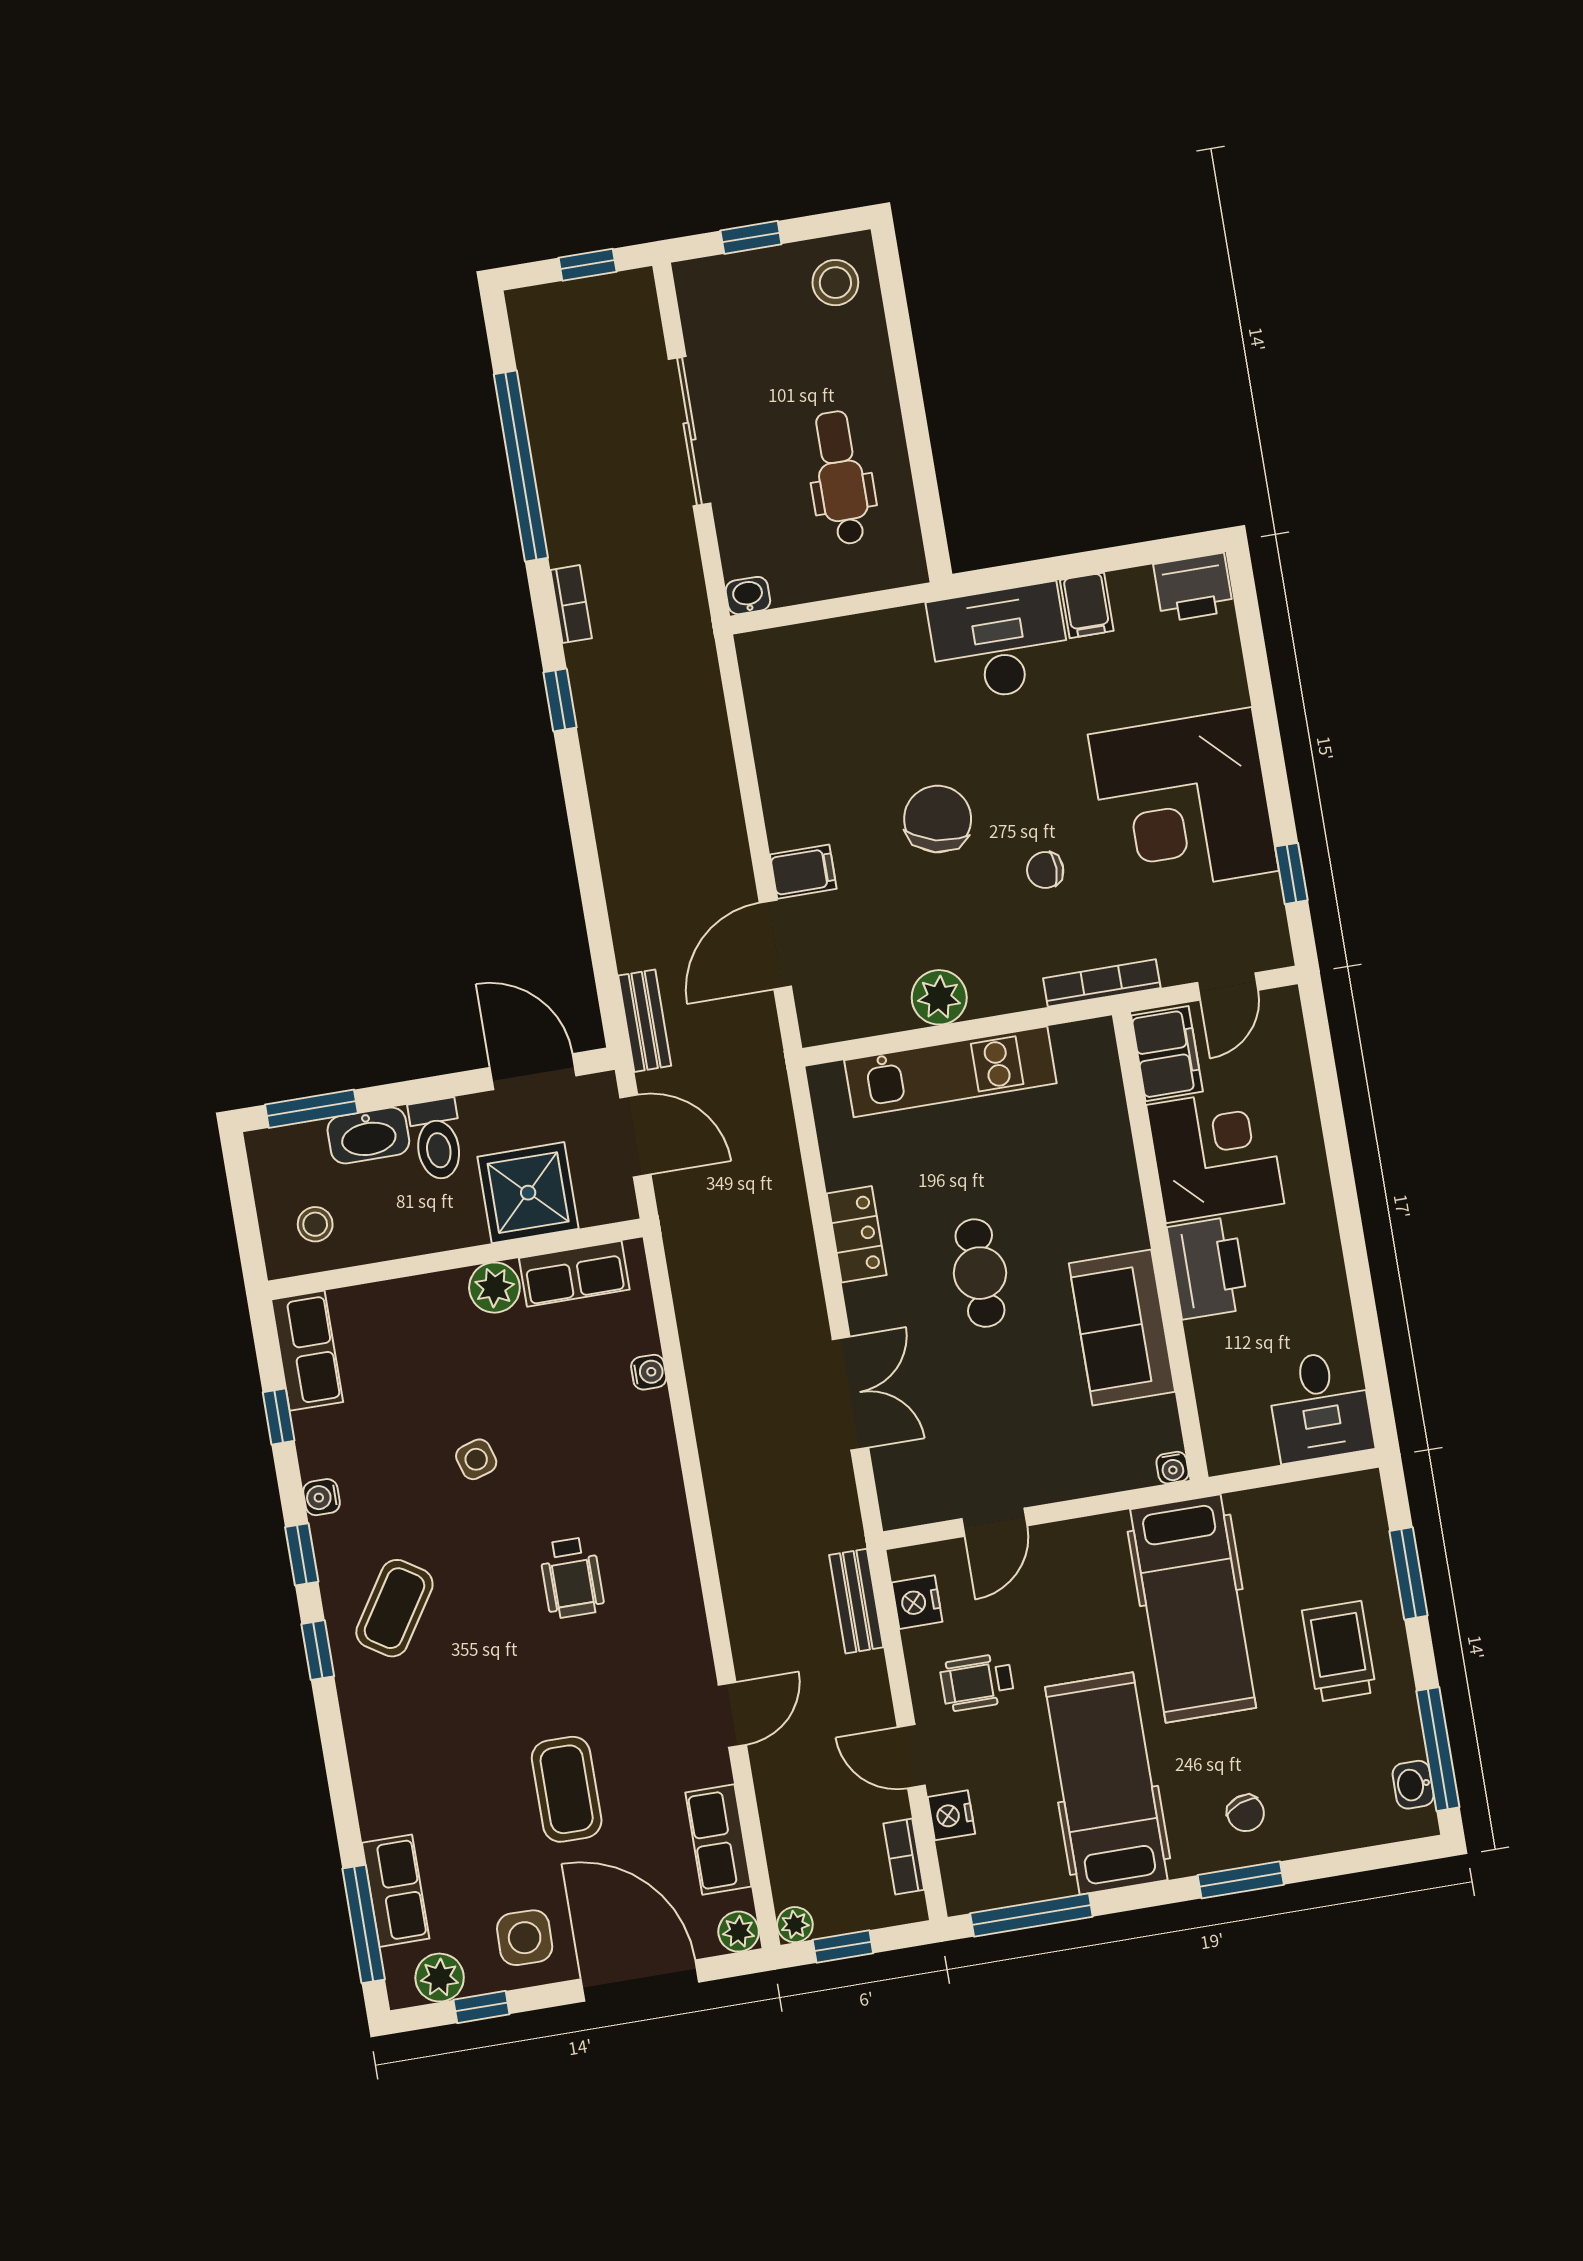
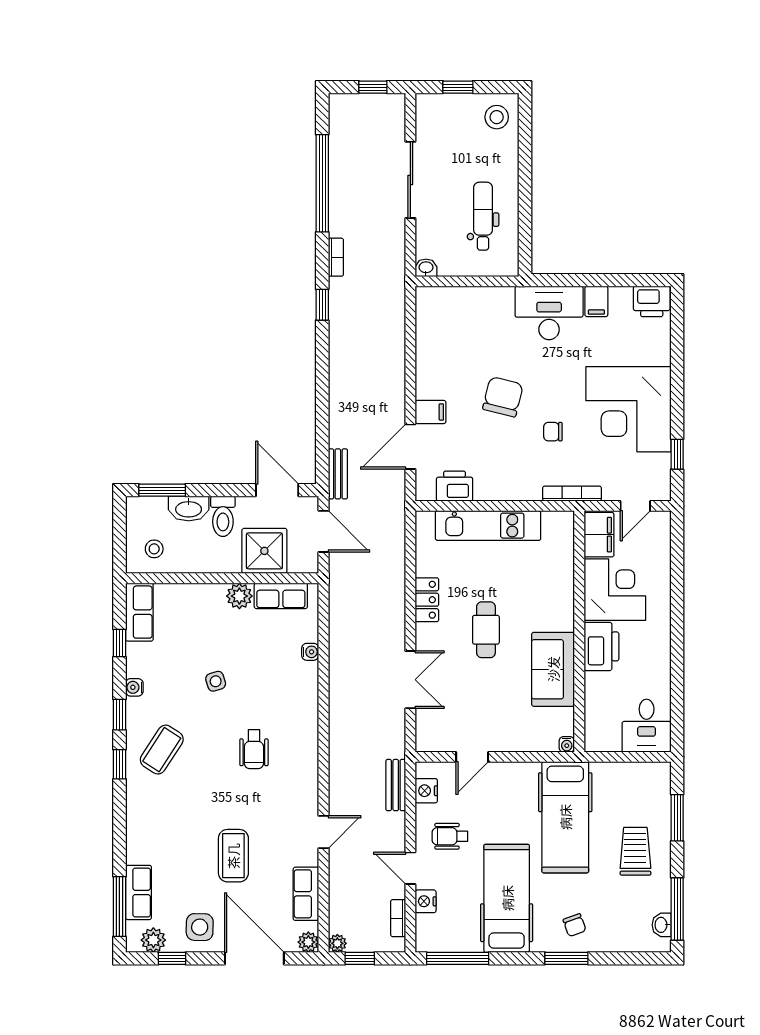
plant: (939, 997) -> (489, 487), removed
printer: (873, 1007) -> (455, 486), added

